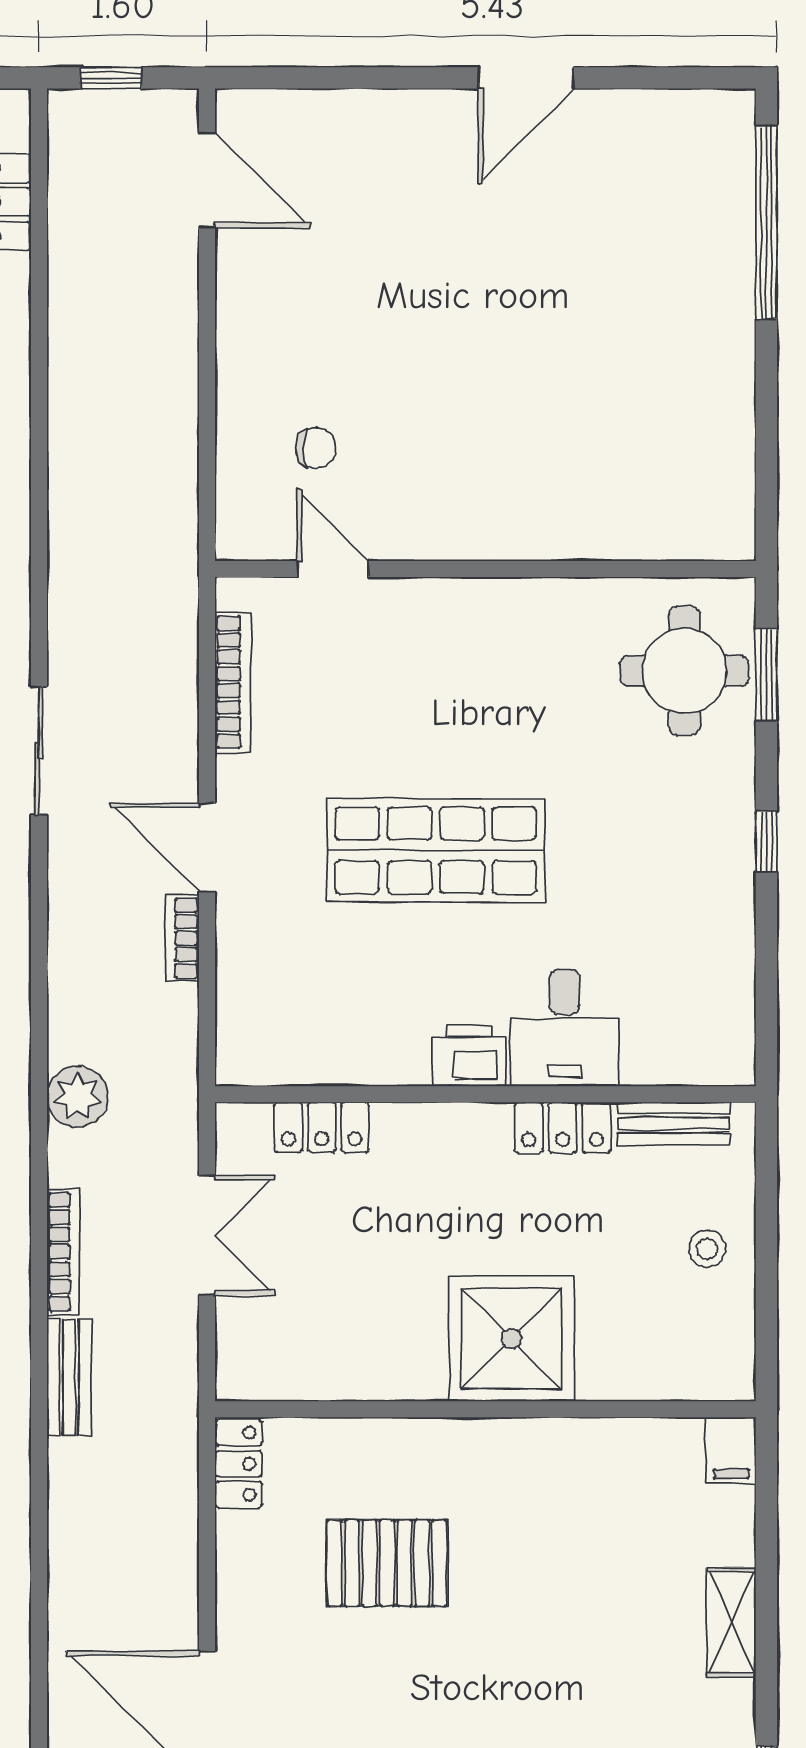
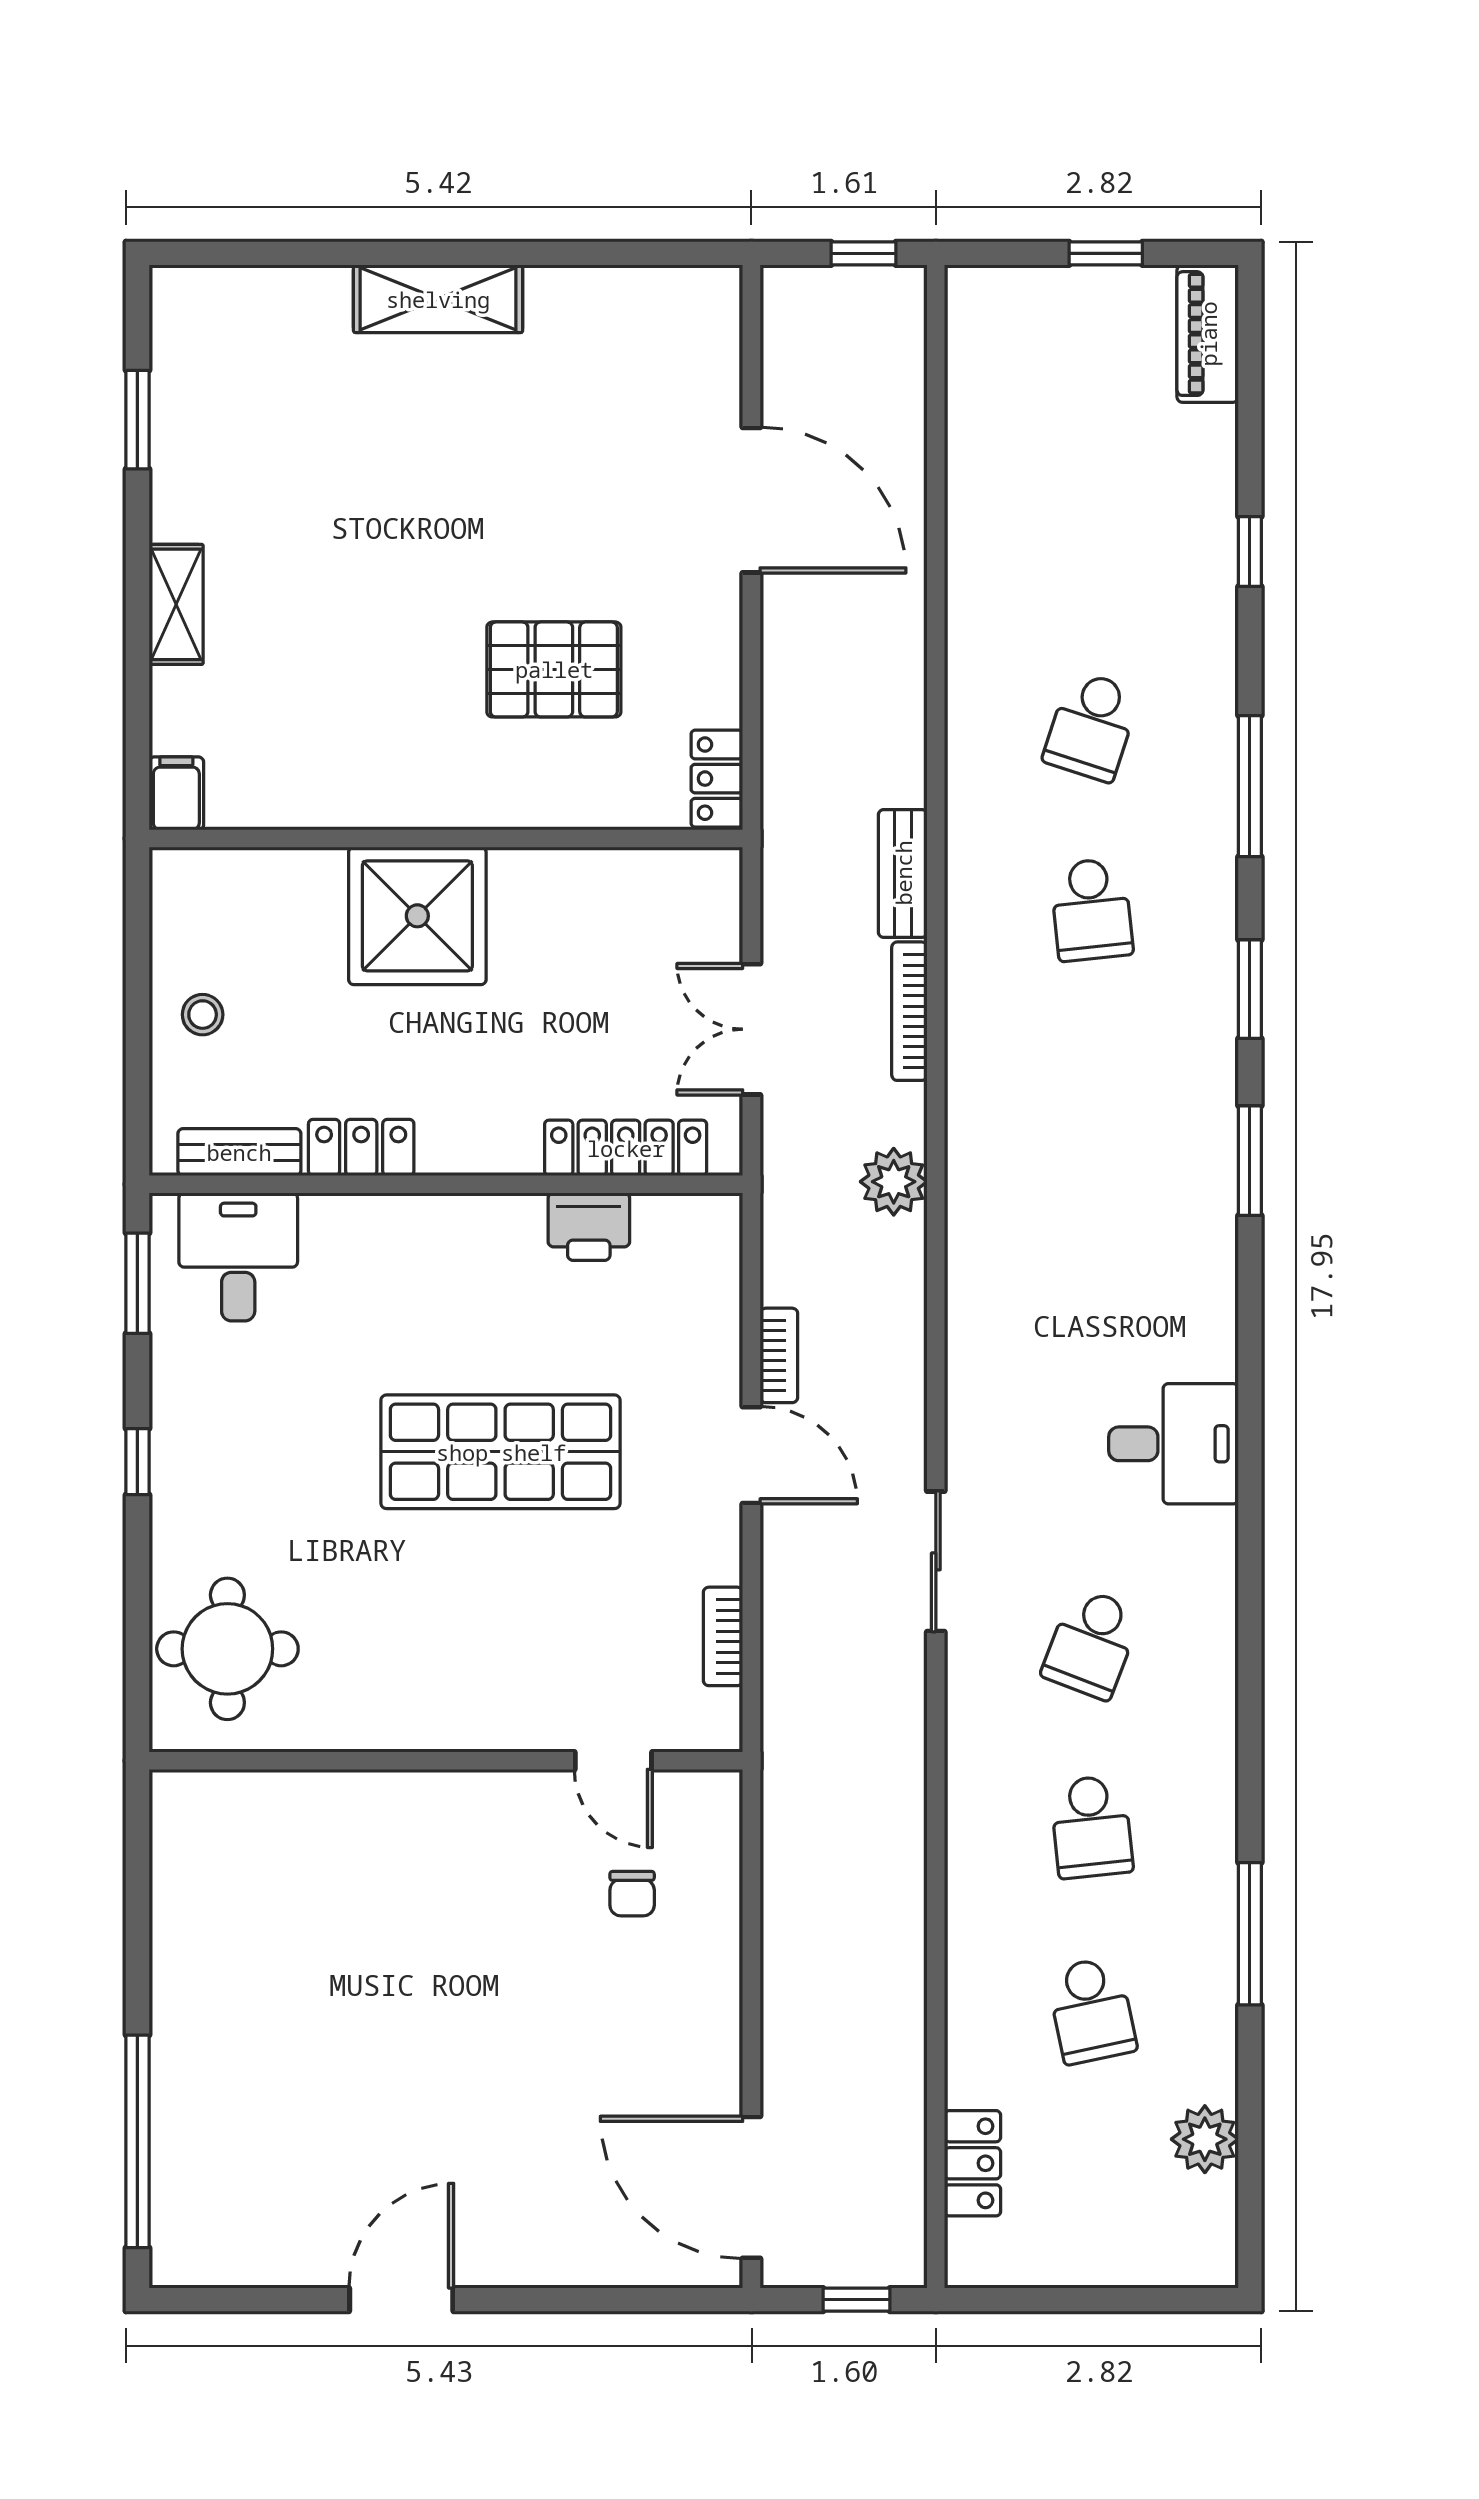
door: (207, 180) -> (751, 2187), width x1.36
chair: (316, 448) -> (632, 1894), turned -90
window: (766, 675) -> (137, 1283), moved
bookcase: (233, 682) -> (723, 1636), width x0.64
desk: (565, 1028) -> (238, 1257), moved
printer: (469, 1056) -> (589, 1227), moved
locker: (322, 1127) -> (626, 1148), width x1.53

